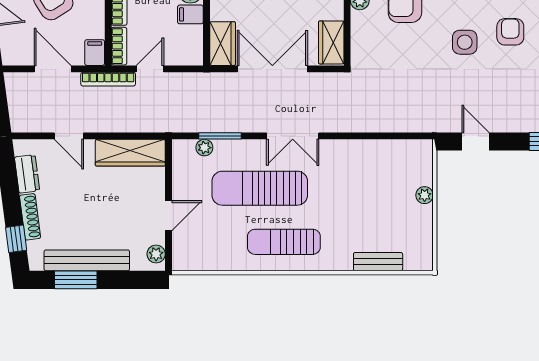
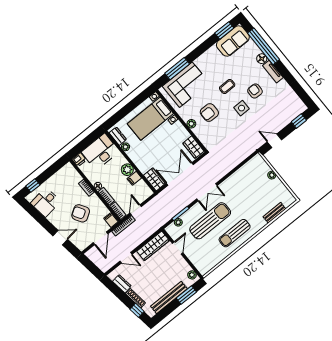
door: (53, 69) -> (100, 238), swing flipped
sun lounger: (260, 188) -> (210, 221), turned 180
door: (168, 216) -> (178, 248), moved
window: (76, 280) -> (186, 295), moved

